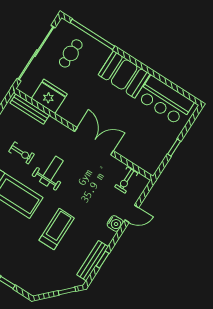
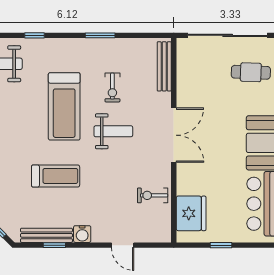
fridge: (49, 96) -> (191, 213), moved
double door: (94, 141) -> (174, 135), moved
exercise bike: (126, 180) -> (153, 195), moved
water cooler: (115, 223) -> (82, 234), moved

